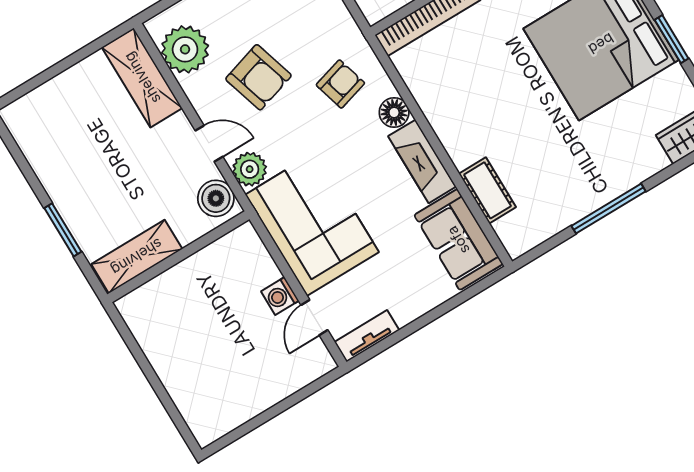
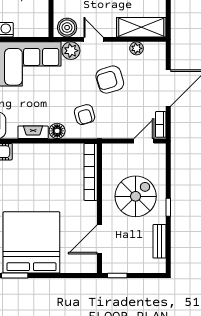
plant: (185, 49) -> (137, 48), width x0.53, depth x0.53
door: (209, 144) -> (93, 39), swing flipped
fireplace: (422, 161) -> (33, 132), width x0.73, depth x0.76

